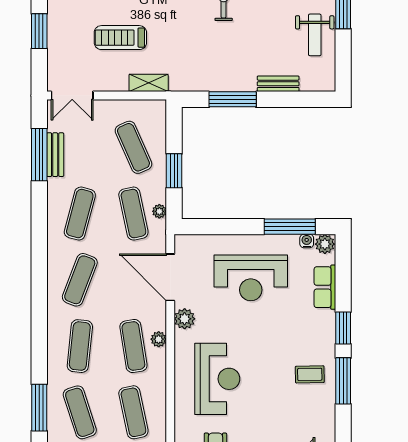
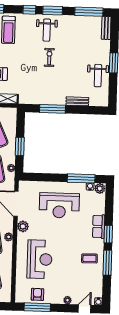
row of seats: (325, 287) -> (99, 227), moved

